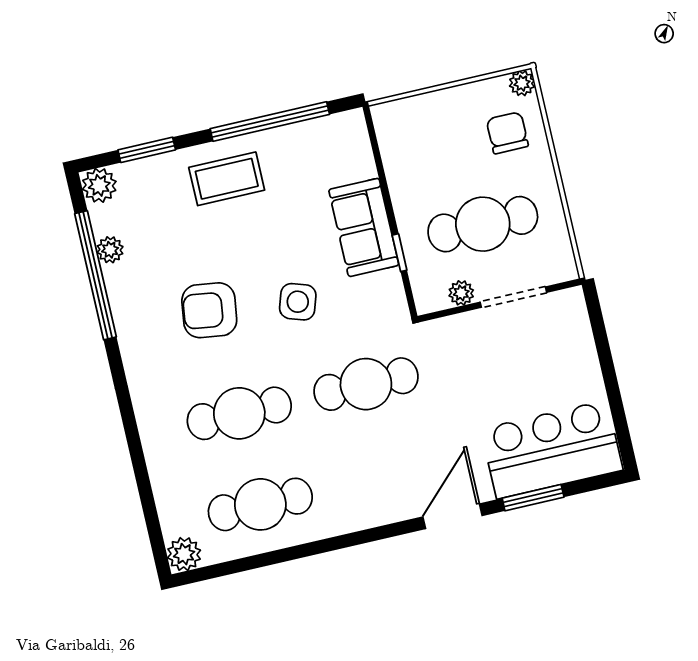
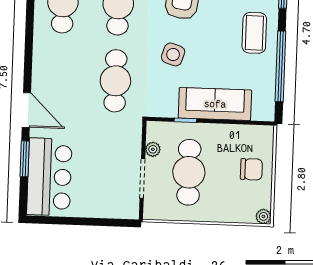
chair: (507, 133) -> (251, 169), moved
sofa: (364, 227) -> (215, 104), width x1.36

